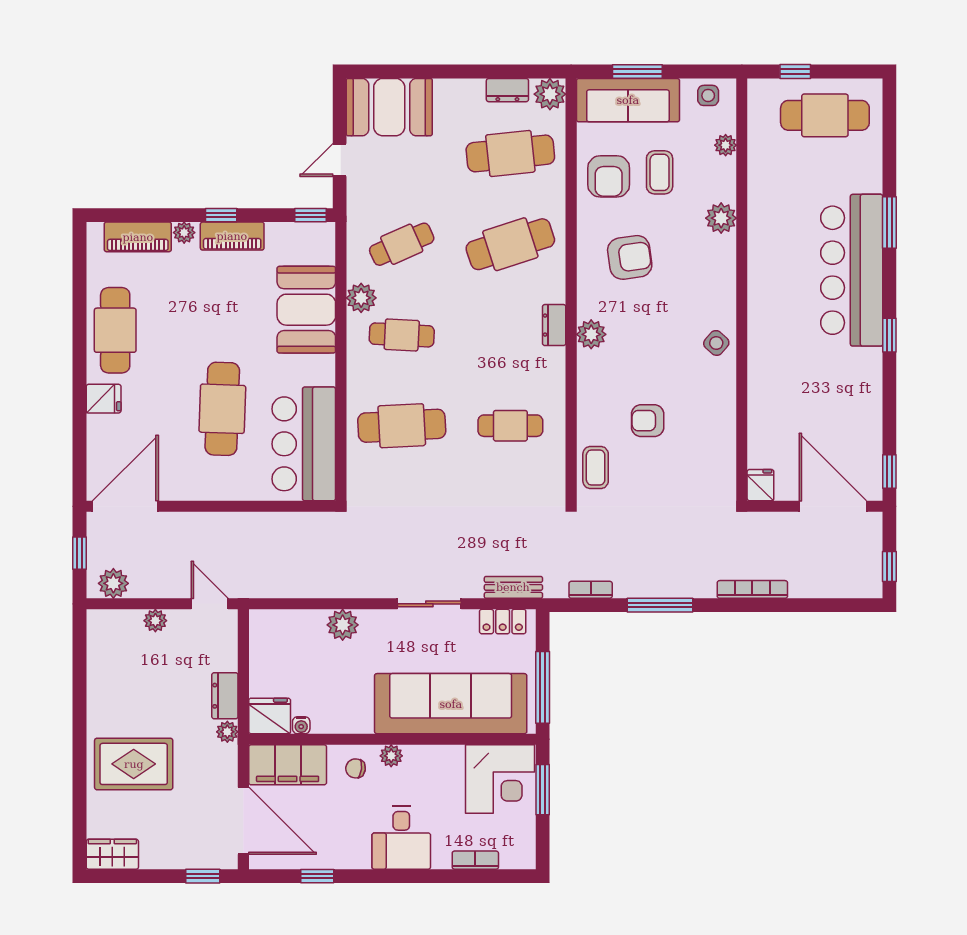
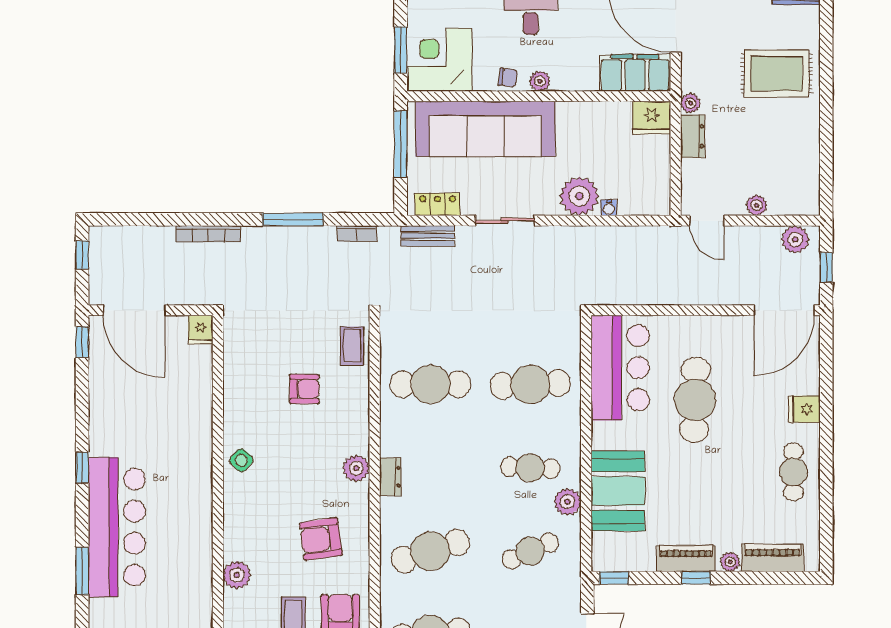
cafe table: (115, 330) -> (793, 472), width x0.73, depth x0.74
cafe table: (510, 426) -> (430, 384), width x1.37, depth x1.35
plant: (343, 625) -> (579, 196), width x1.36, depth x1.36
water cooler: (301, 725) -> (609, 208), moved, turned 180
chair: (356, 768) -> (508, 78), moved

